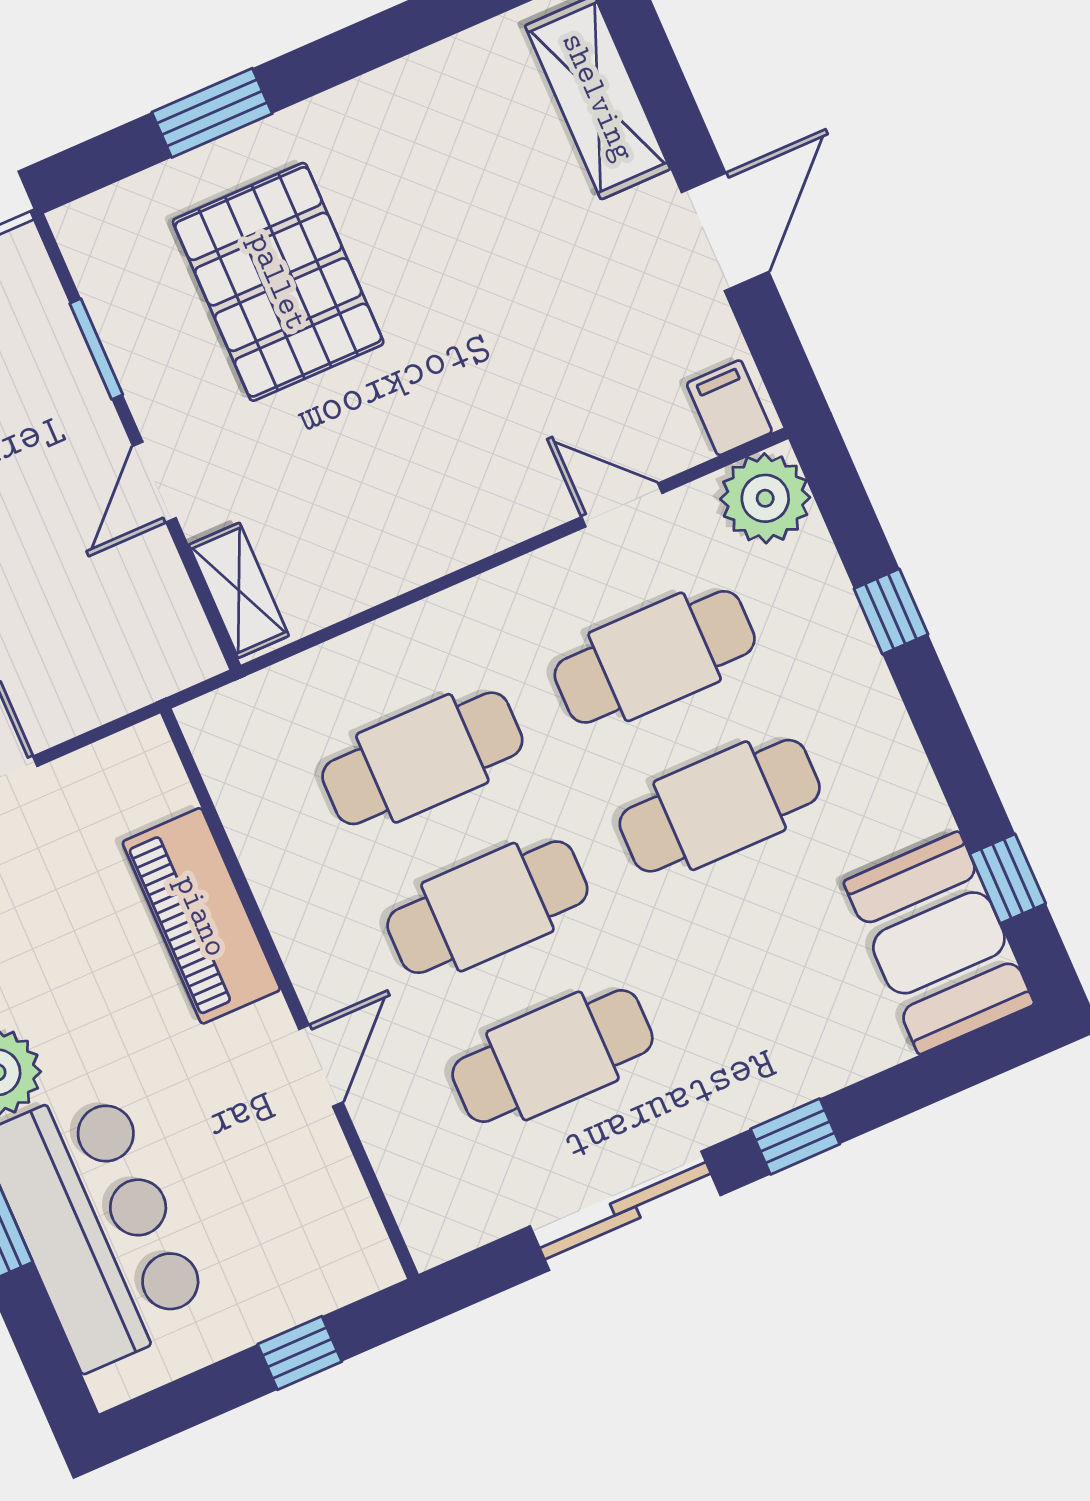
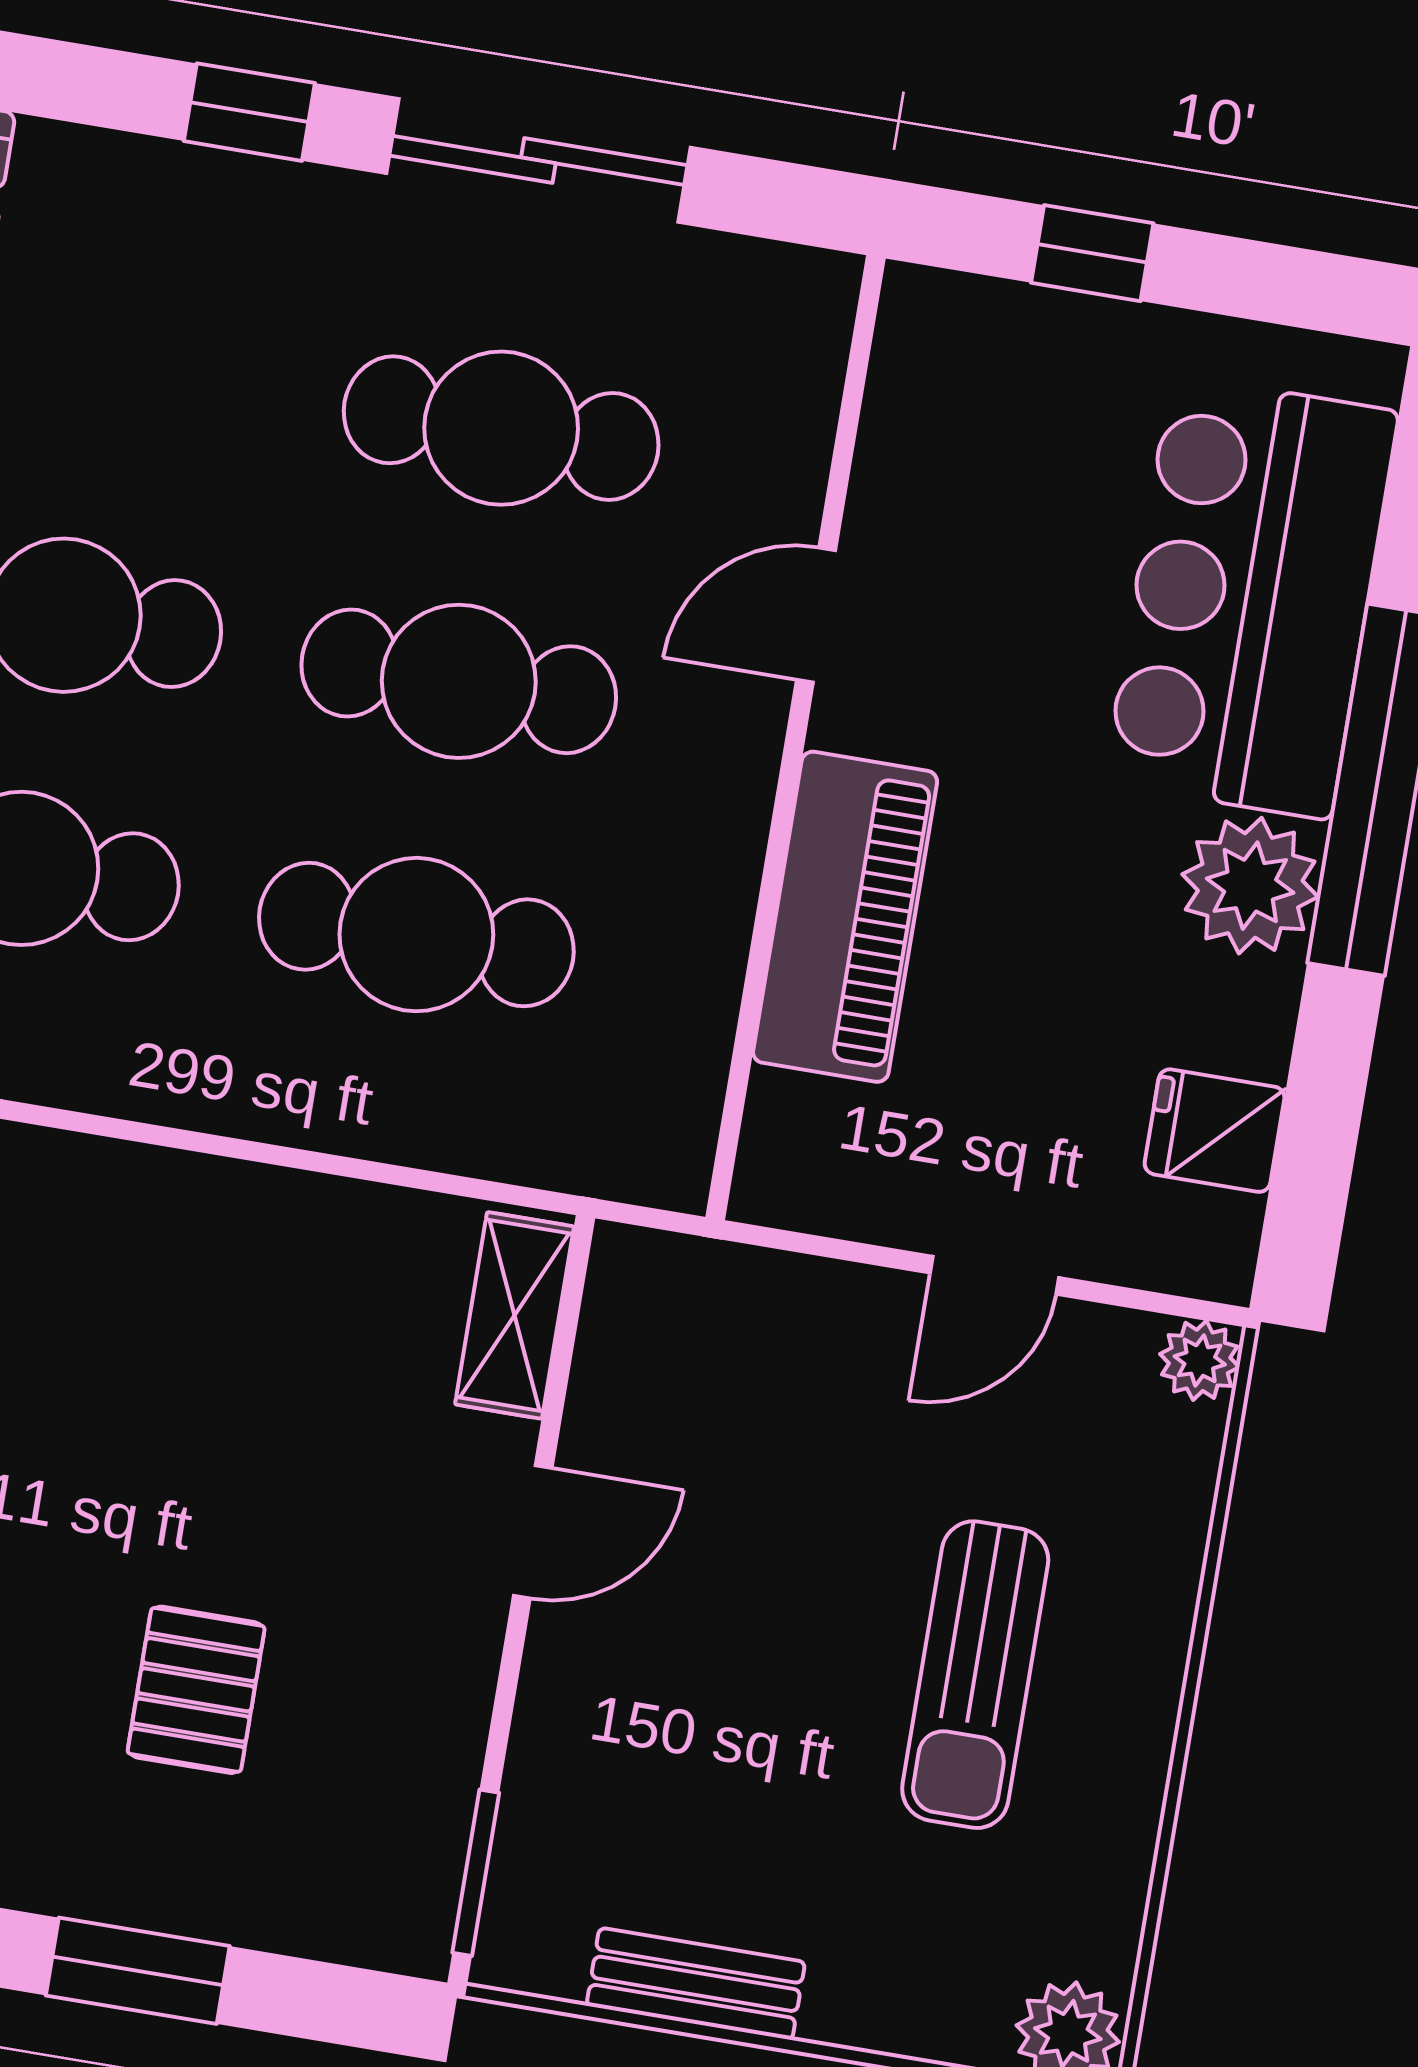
pallet: (278, 282) -> (196, 1690), width x0.49, depth x0.50
window: (96, 349) -> (476, 1873), moved

